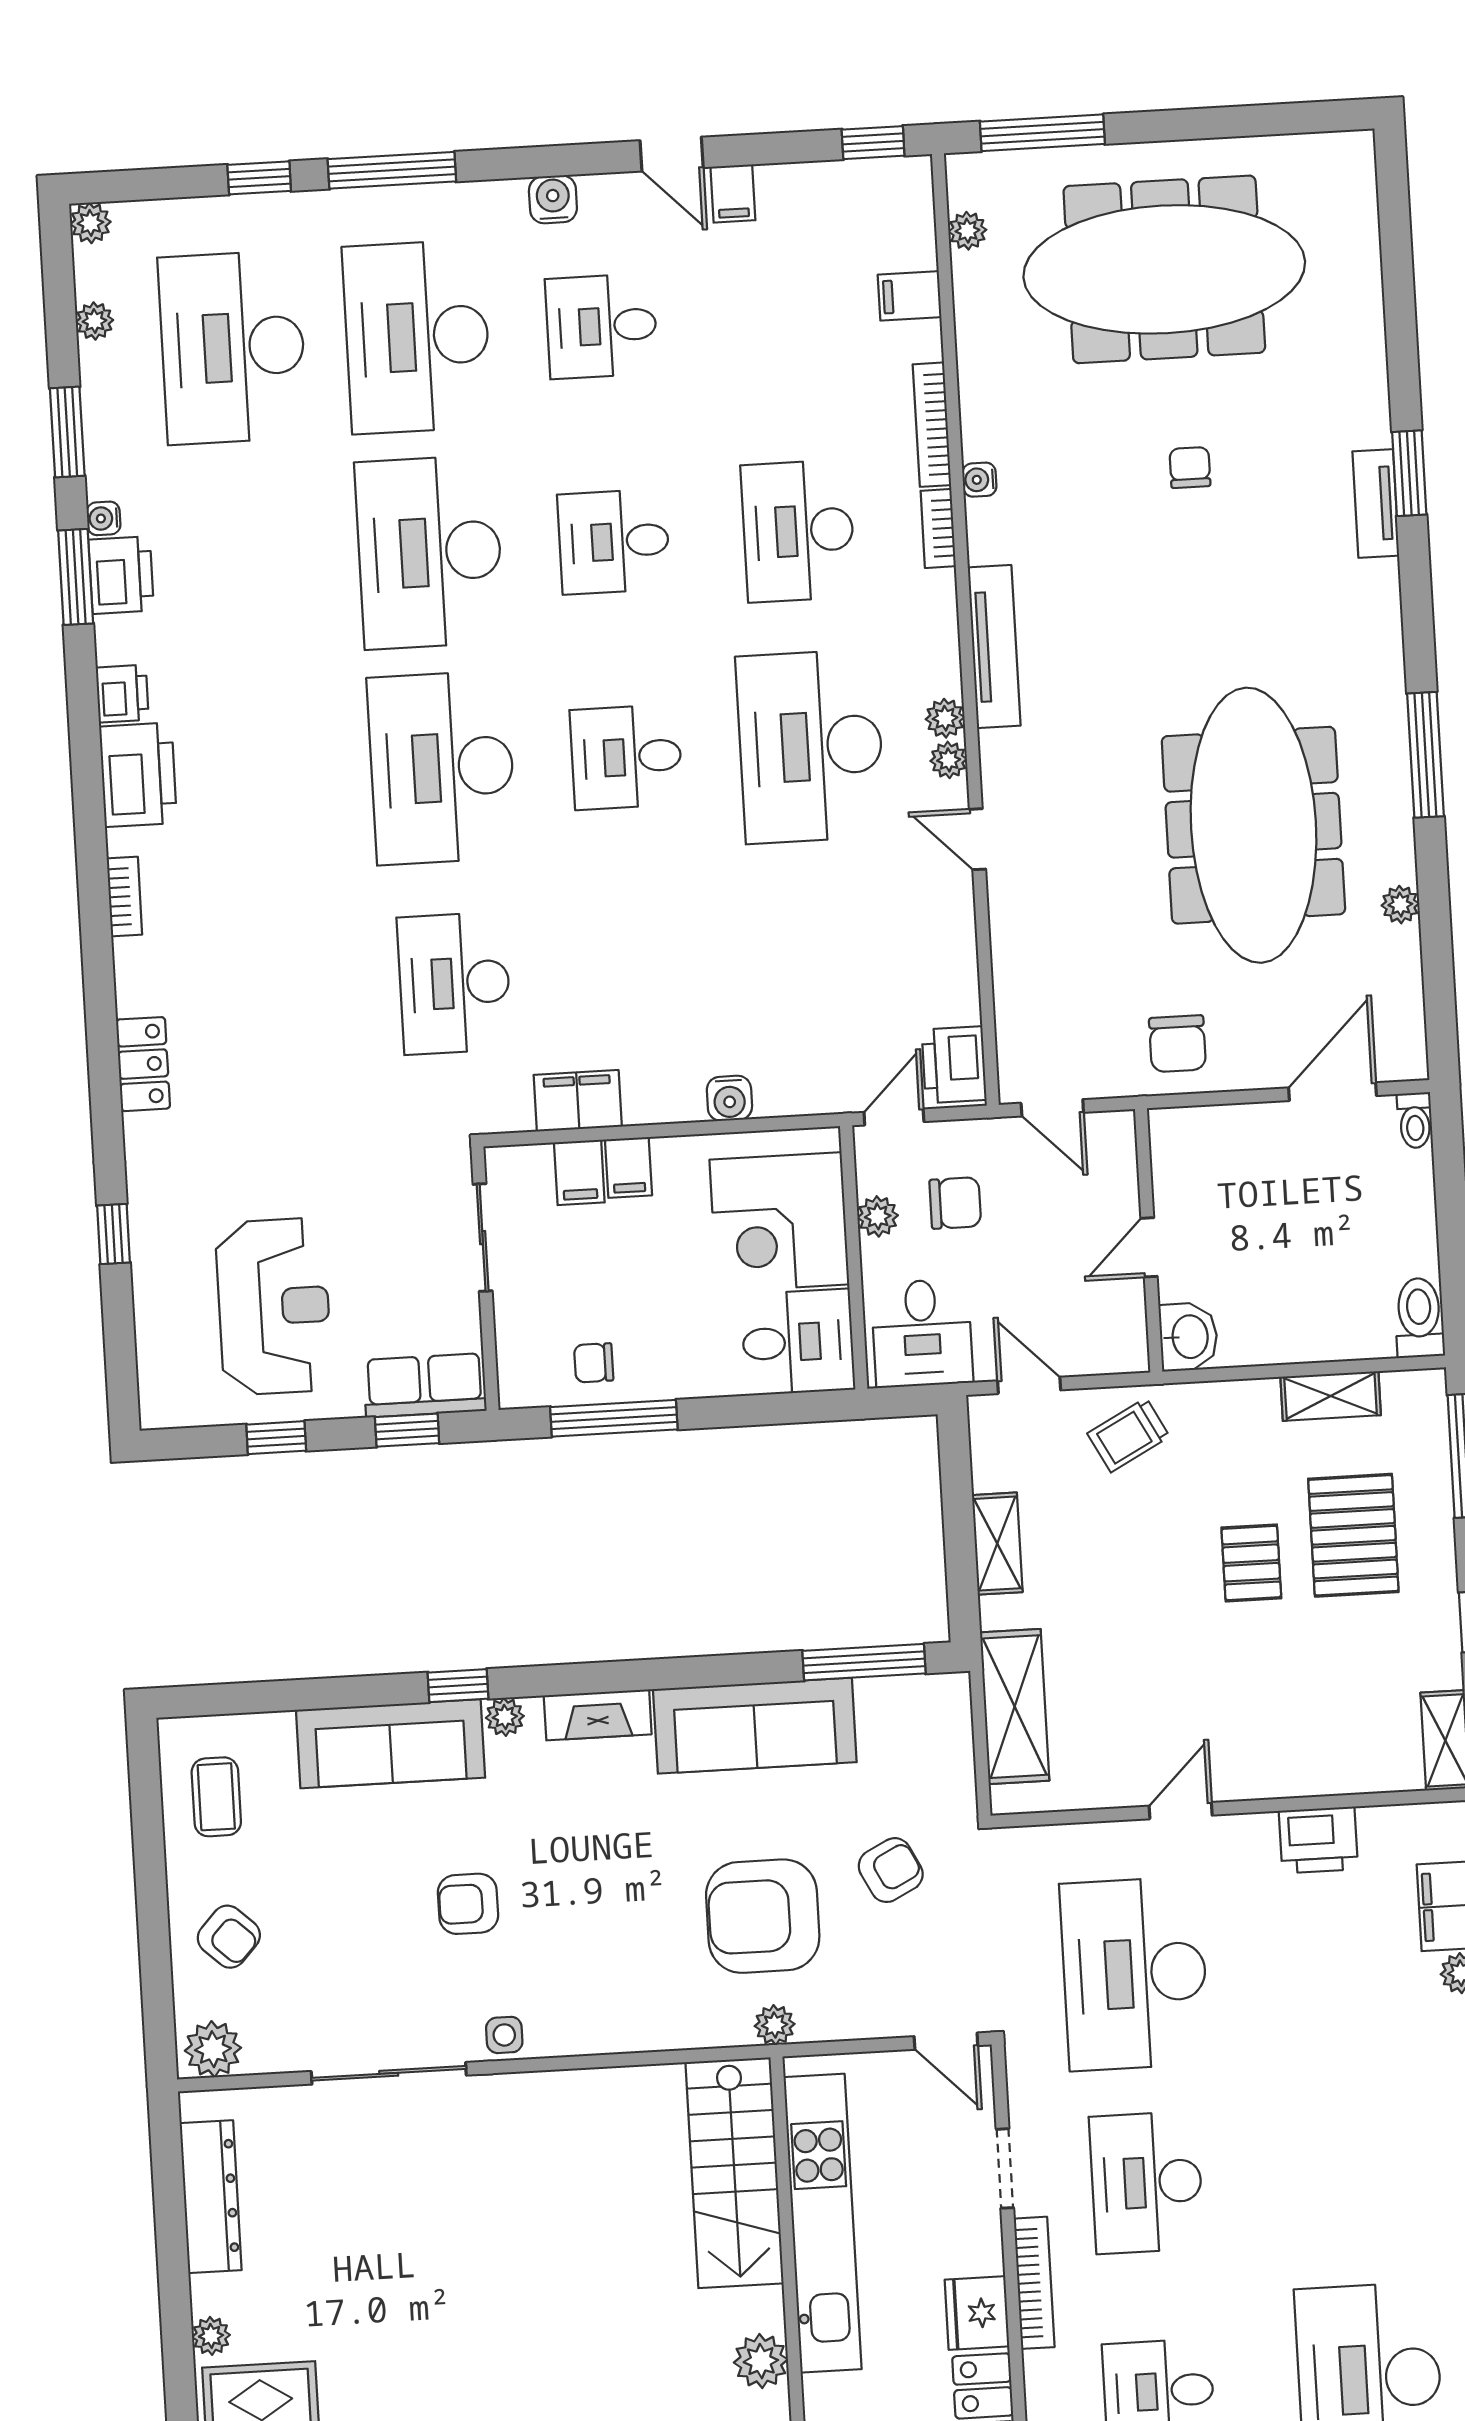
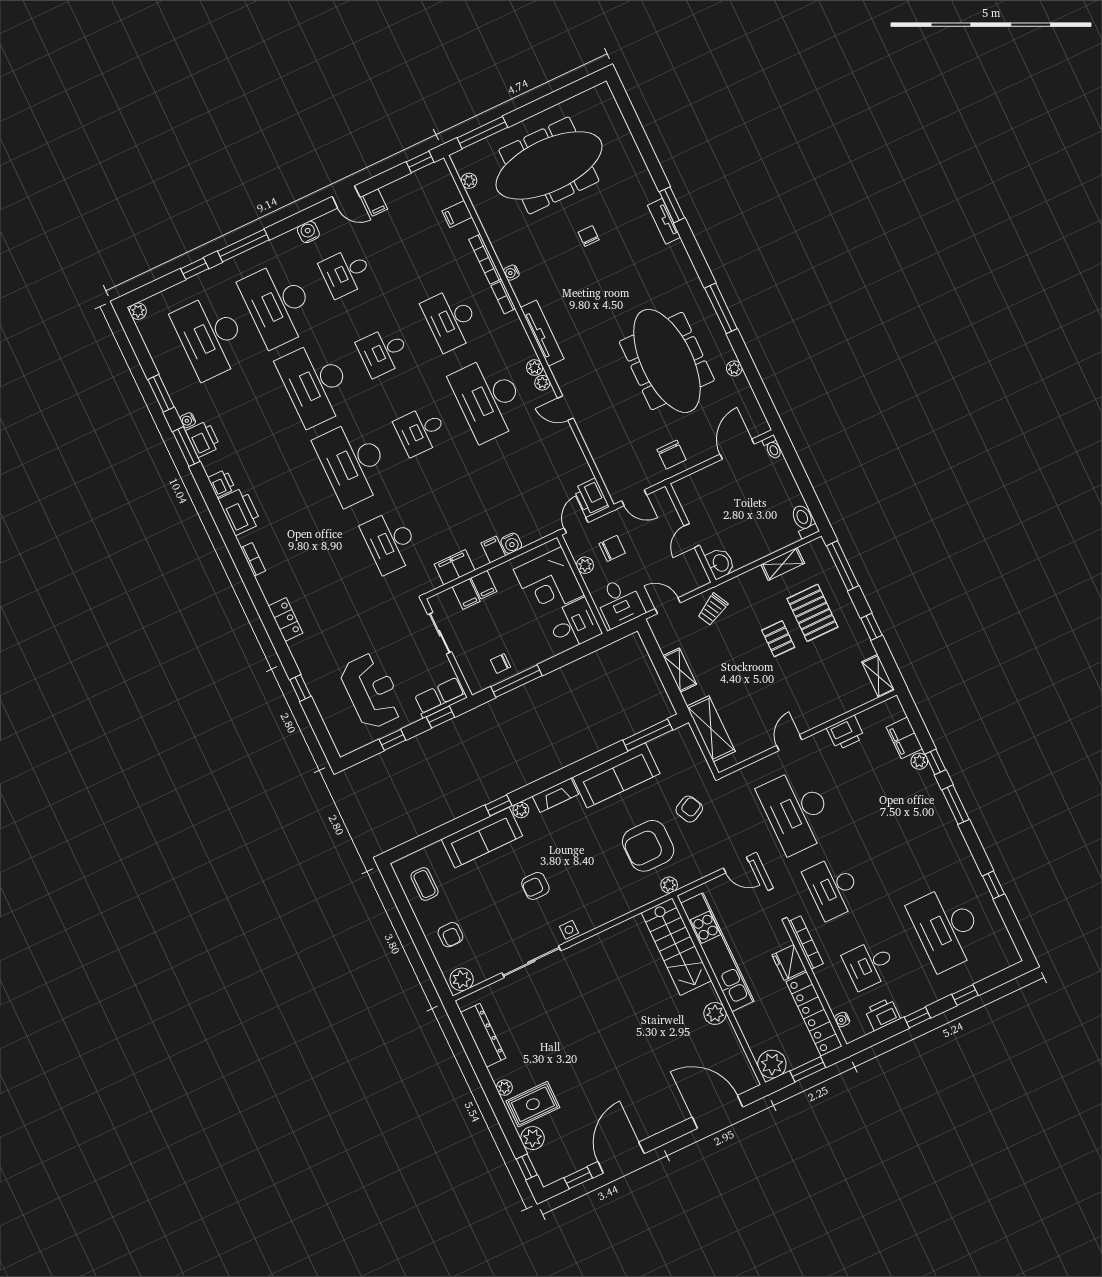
plant: (94, 321) -> (154, 347), removed
filing cabinet: (683, 1096) -> (493, 549), added
armchair: (229, 1937) -> (450, 935), turned 47

